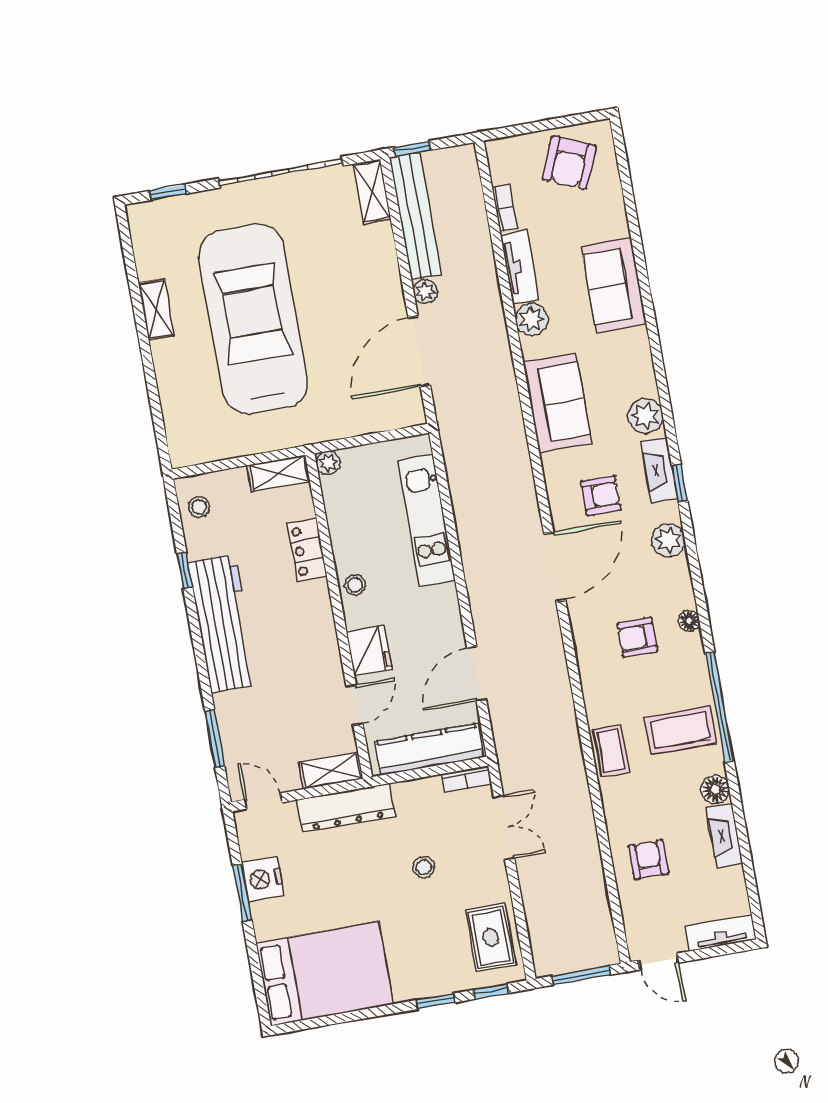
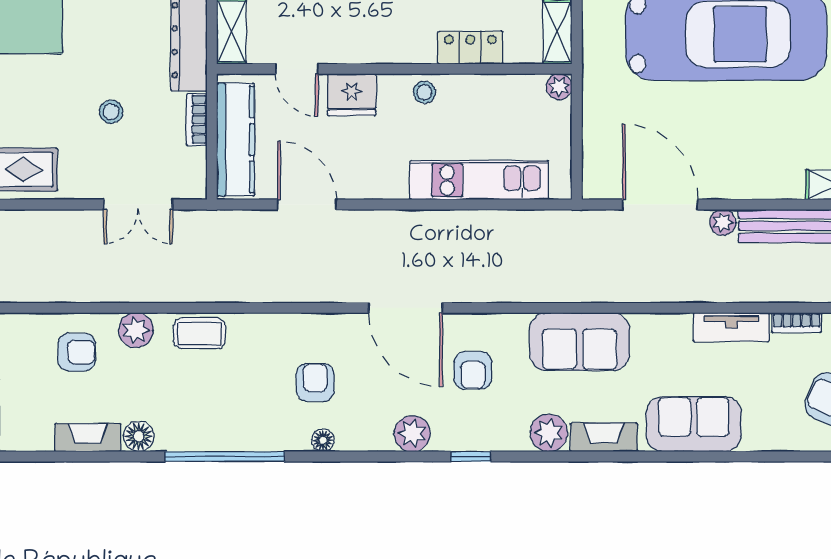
plant: (532, 319) -> (136, 330), moved
fireplace: (659, 470) -> (604, 437), moved
coffee table: (680, 730) -> (208, 410), removed
bookcase: (467, 779) -> (197, 119), moved

